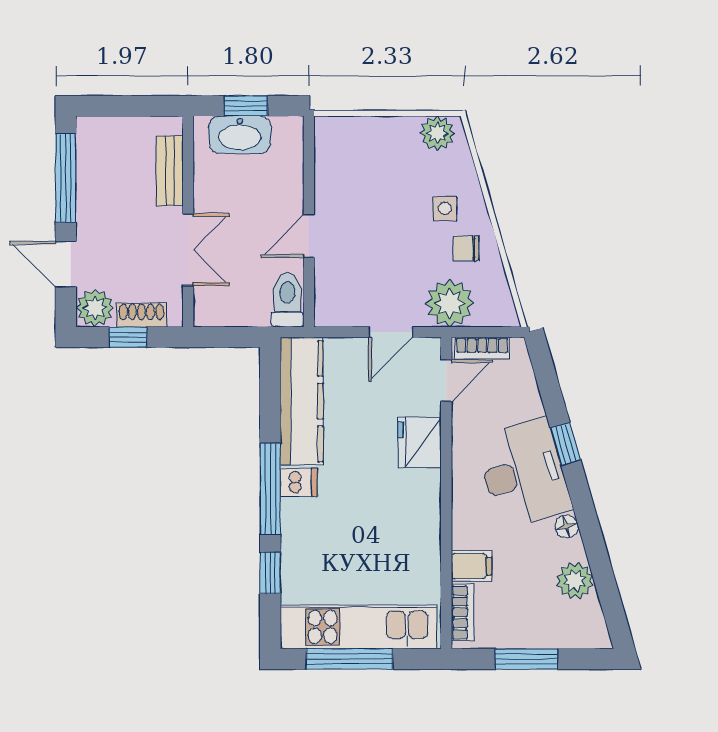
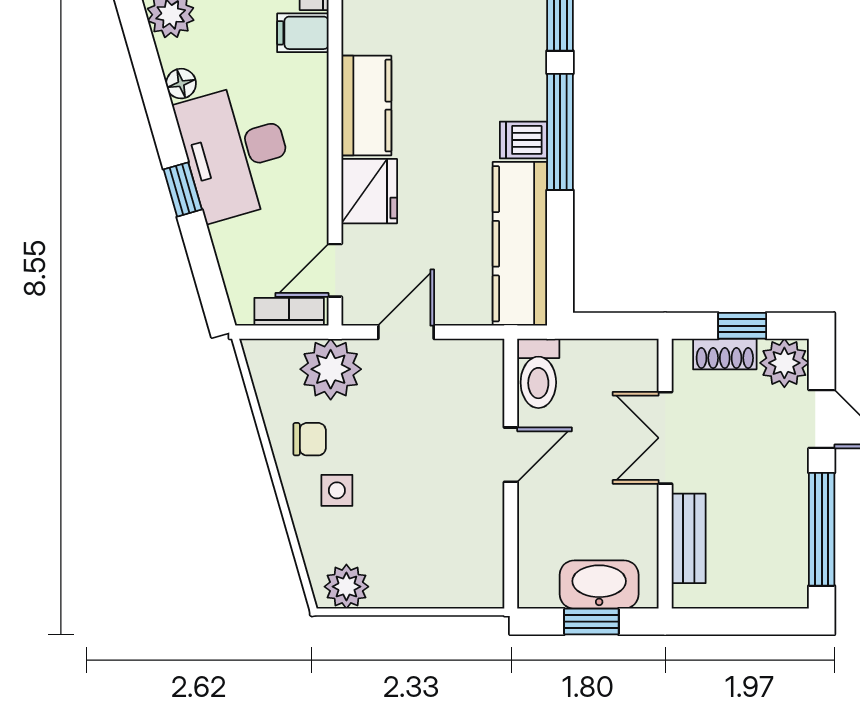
kitchen counter: (422, 509) -> (366, 106), added

